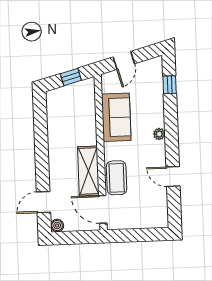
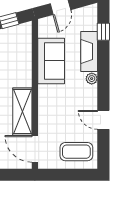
fireplace: (155, 106) -> (89, 51), added
coffee table: (117, 178) -> (76, 152), moved, turned 90

